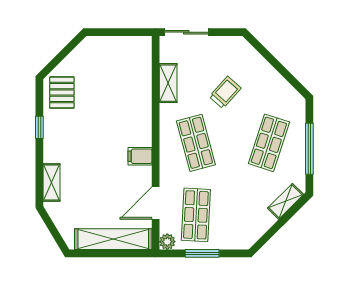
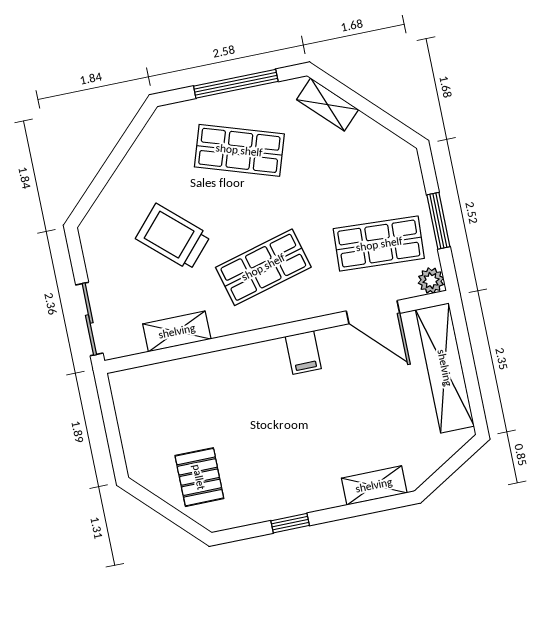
trolley: (225, 92) -> (173, 237), width x1.36, depth x1.39
pallet: (62, 93) -> (199, 477), moved, turned 90

